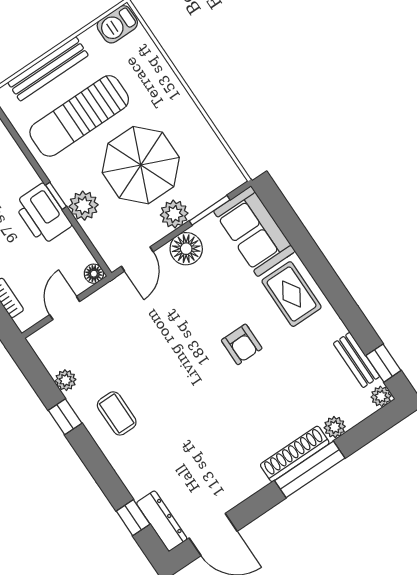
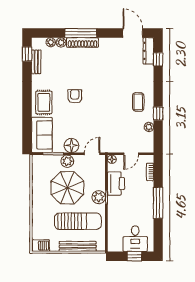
plant: (84, 206) -> (99, 197), moved
printer: (43, 214) -> (116, 184), moved
plant: (381, 396) -> (51, 42), moved

